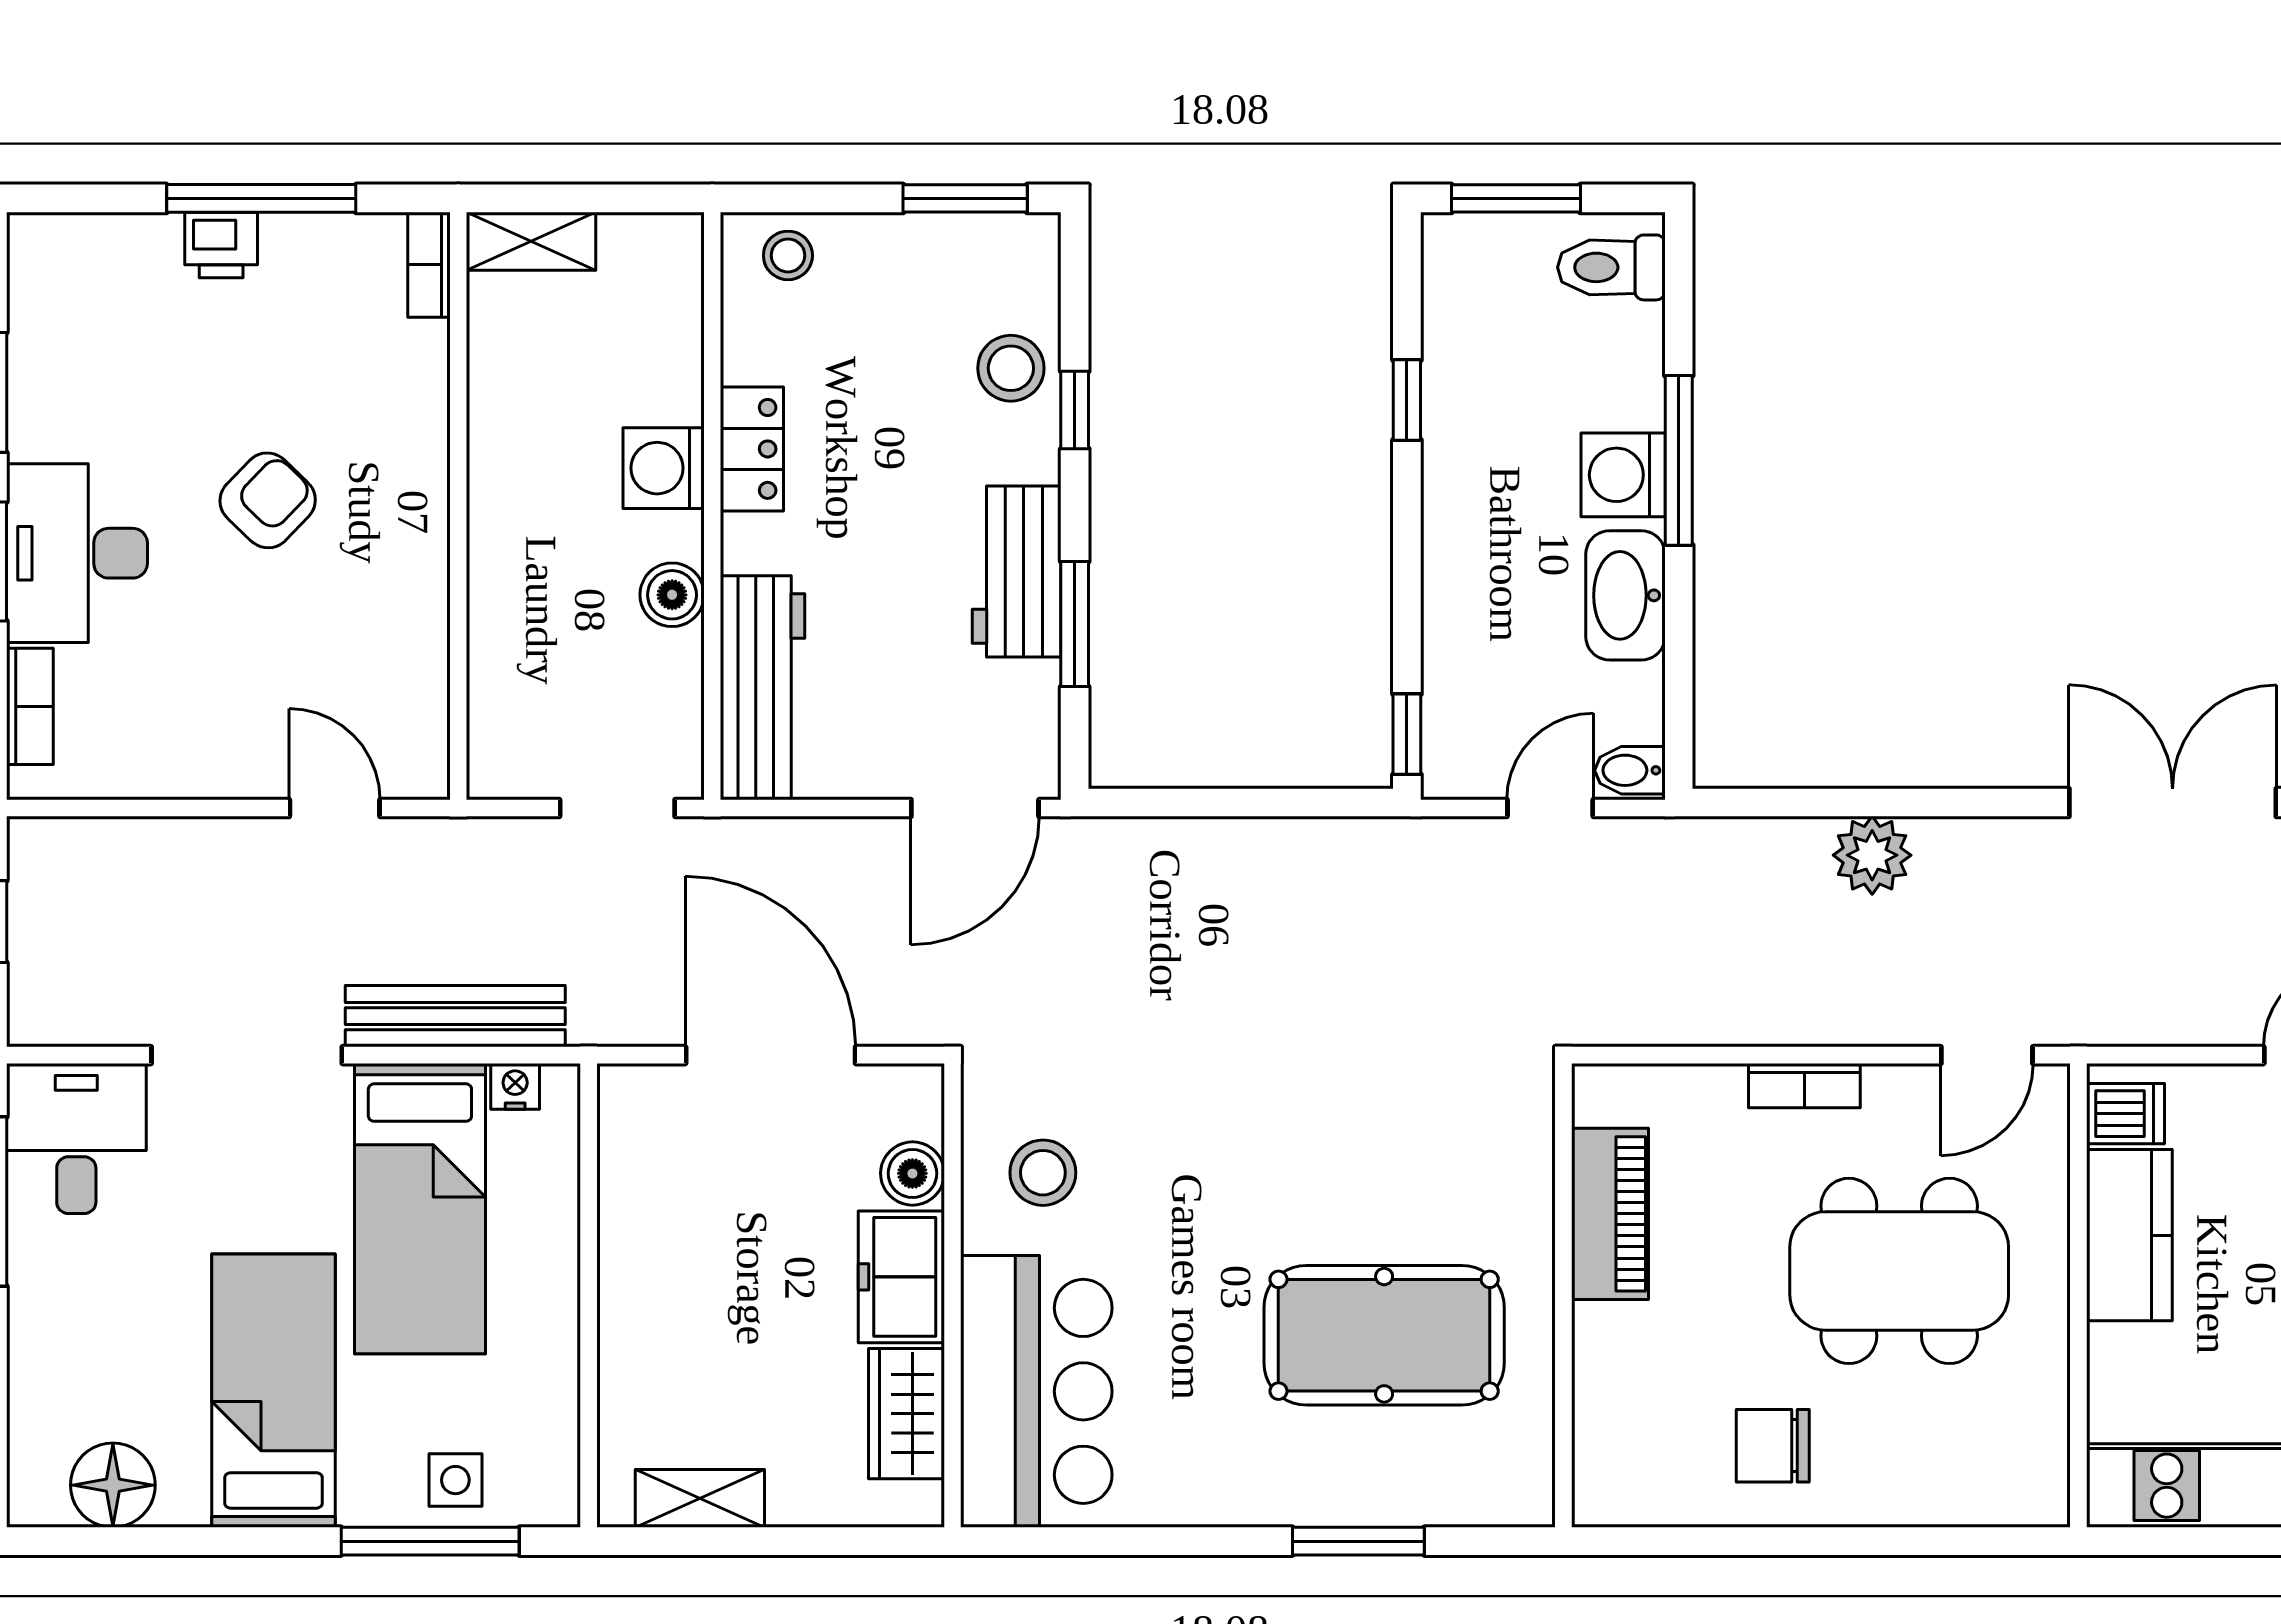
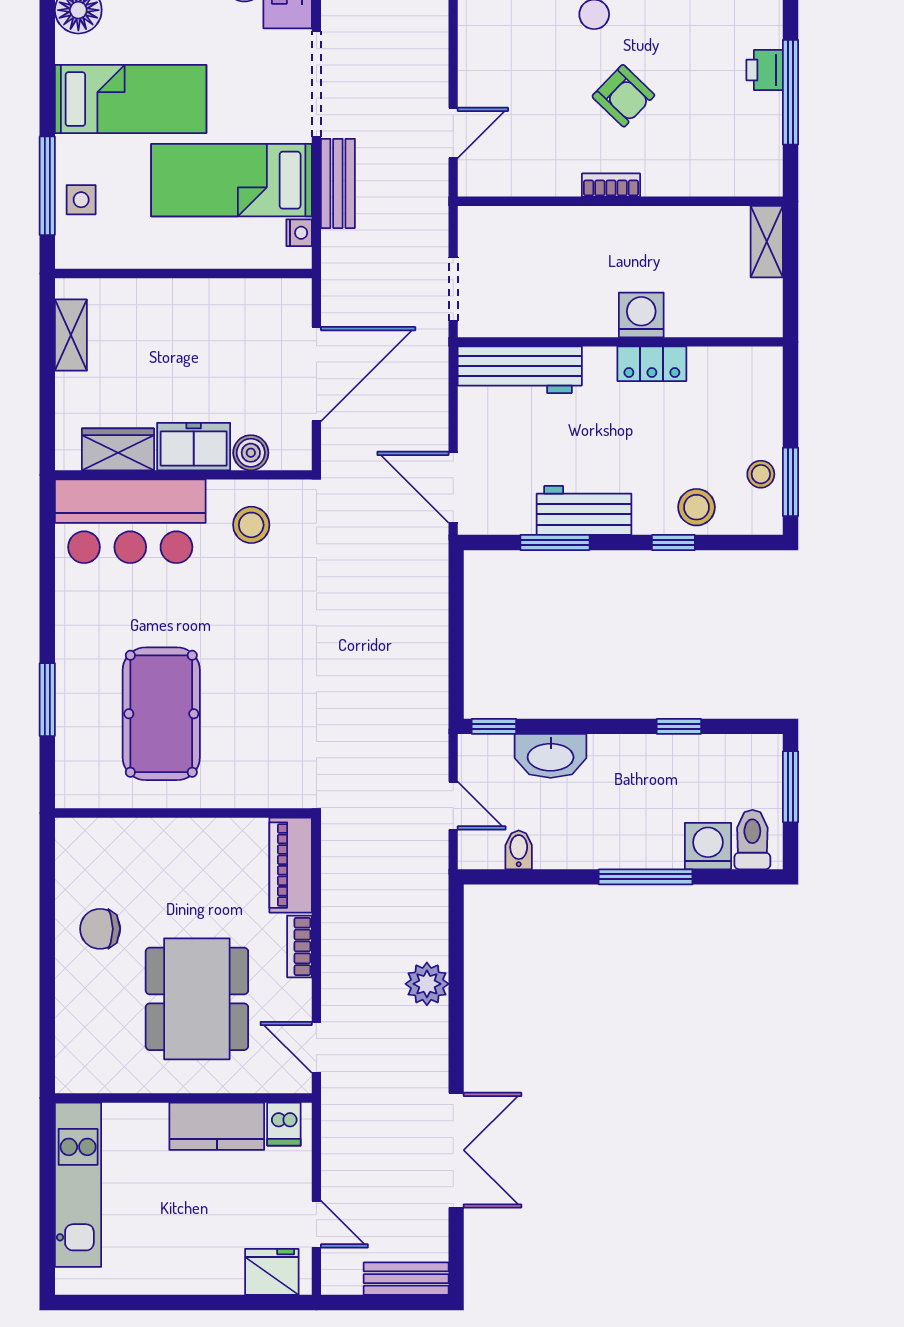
stool: (788, 255) -> (761, 474), moved
bookcase: (429, 265) -> (611, 185), moved
washing machine: (1623, 475) -> (708, 846), moved
boiler: (672, 595) -> (571, 320), removed
washbasin: (1625, 595) -> (551, 756), moved, turned 180
bidet: (1630, 770) -> (519, 850), moved
bench: (455, 1016) -> (338, 183), width x0.73
piano: (1610, 1214) -> (291, 865), moved, turned 90
chair: (1773, 1446) -> (100, 929), turned -90

